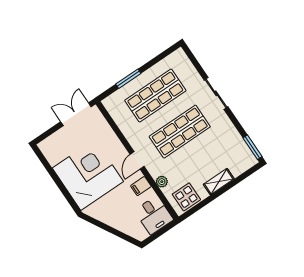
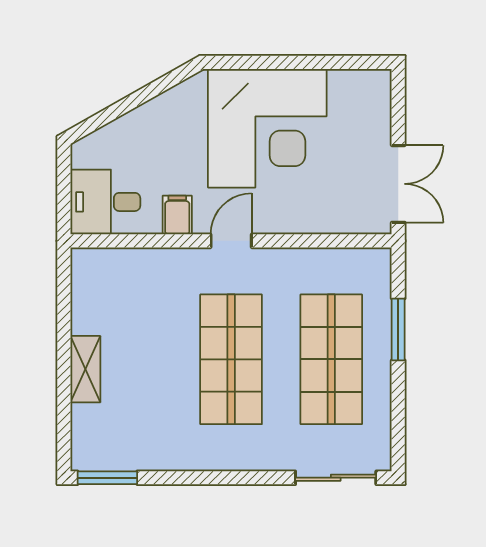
sliding door: (216, 93) -> (336, 478), moved
door: (137, 160) -> (231, 241), hinge flipped
plant: (162, 182) -> (159, 260), removed
display table: (186, 197) -> (98, 288), removed

